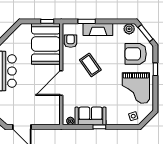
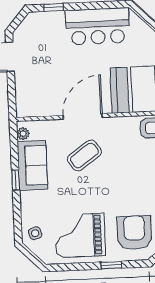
coffee table: (90, 65) -> (84, 155), moved
door: (61, 83) -> (83, 116), hinge flipped

